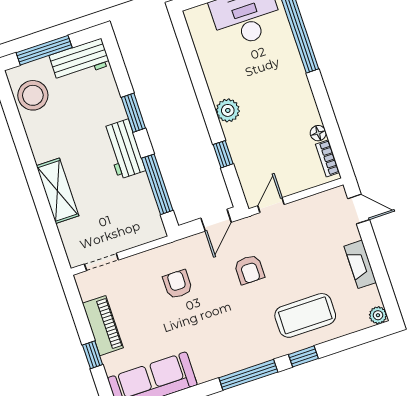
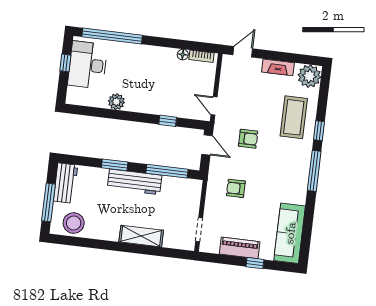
plant: (228, 110) -> (116, 102), moved
workbench: (124, 149) -> (135, 182), width x1.37
plant: (378, 315) -> (309, 76), width x1.88, depth x1.88

